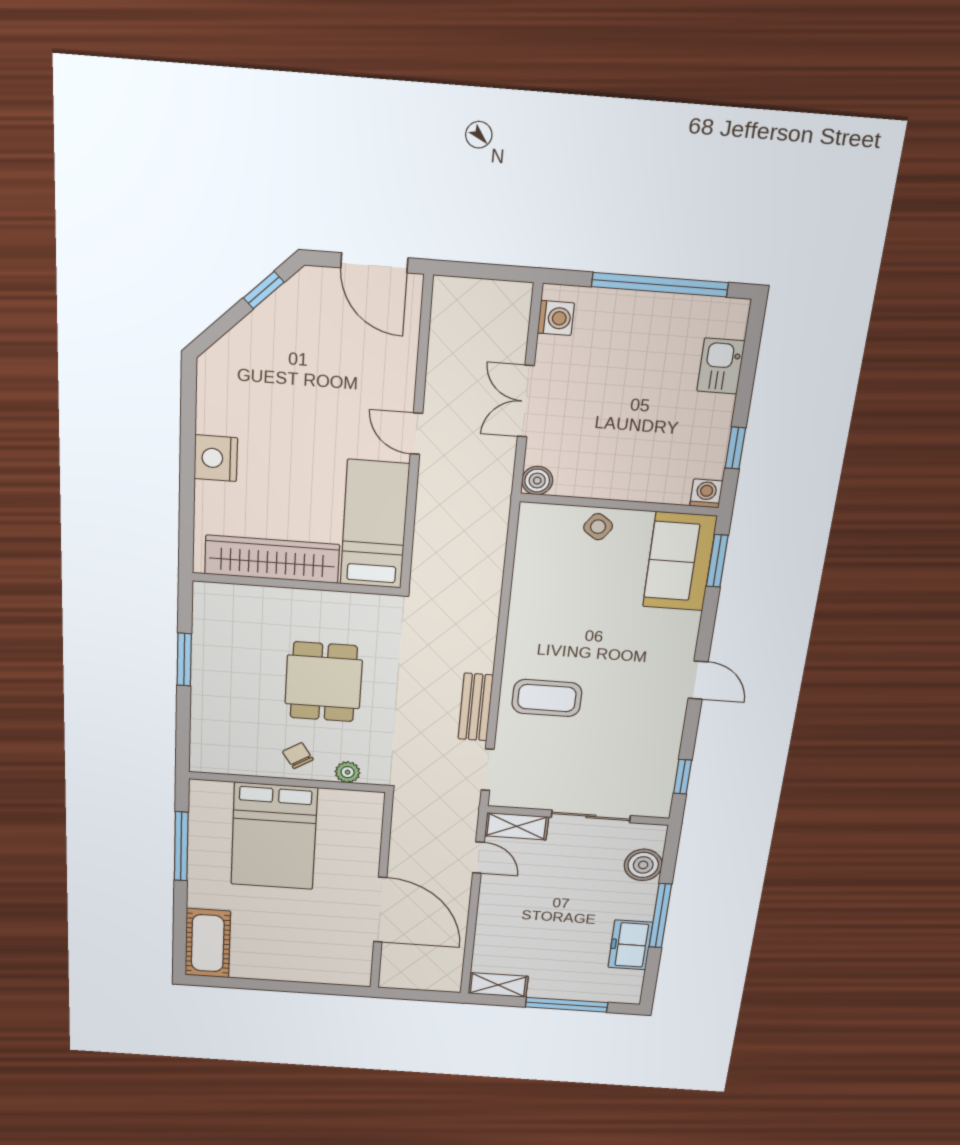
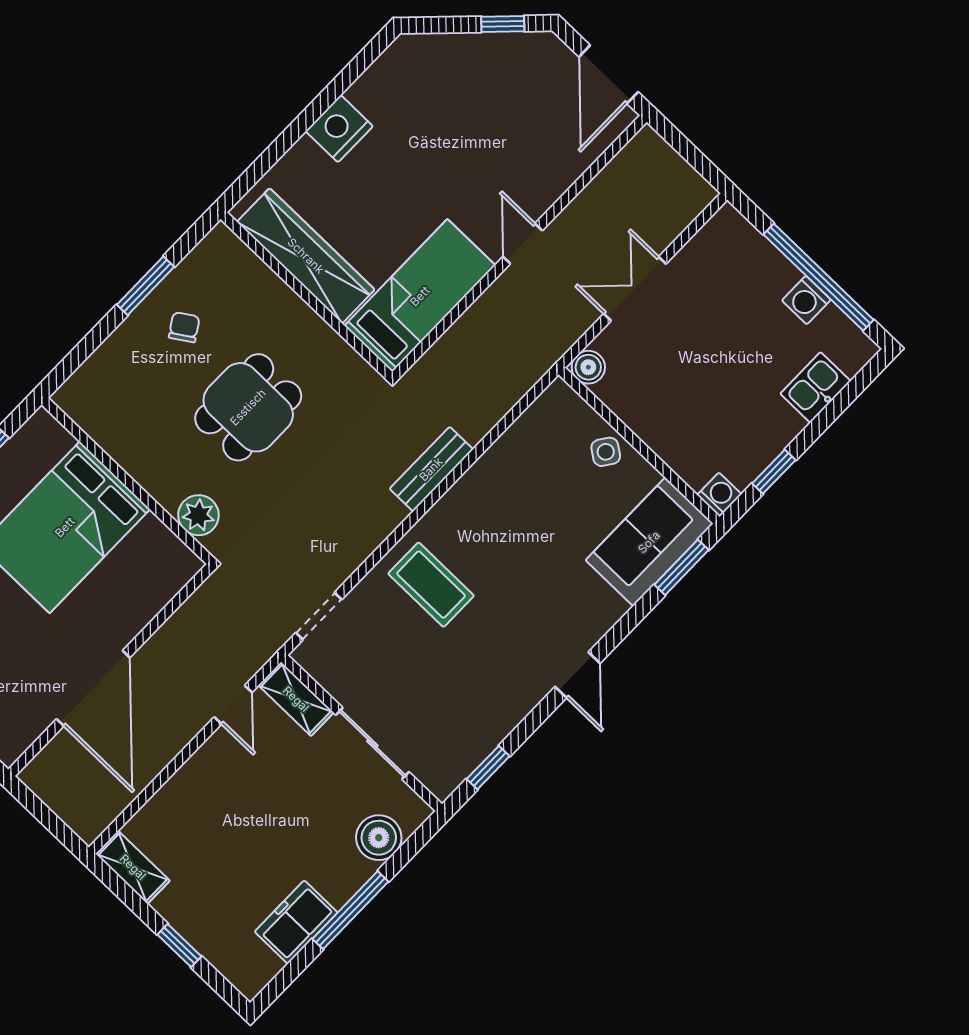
washing machine: (556, 318) -> (806, 300), moved, turned 90
bench: (476, 707) -> (431, 469), moved
chair: (298, 756) -> (184, 327), moved
plant: (348, 772) -> (198, 515), width x1.38, depth x1.38
window: (567, 1005) -> (179, 945), width x0.46

